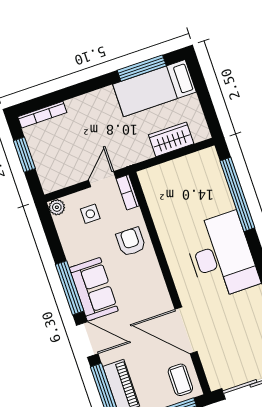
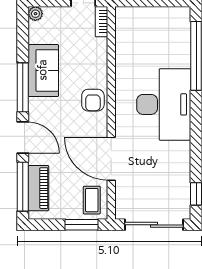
side table: (90, 214) -> (63, 29), removed
armchair: (131, 242) -> (93, 100), moved, turned 180
sofa: (94, 289) -> (43, 70), moved

